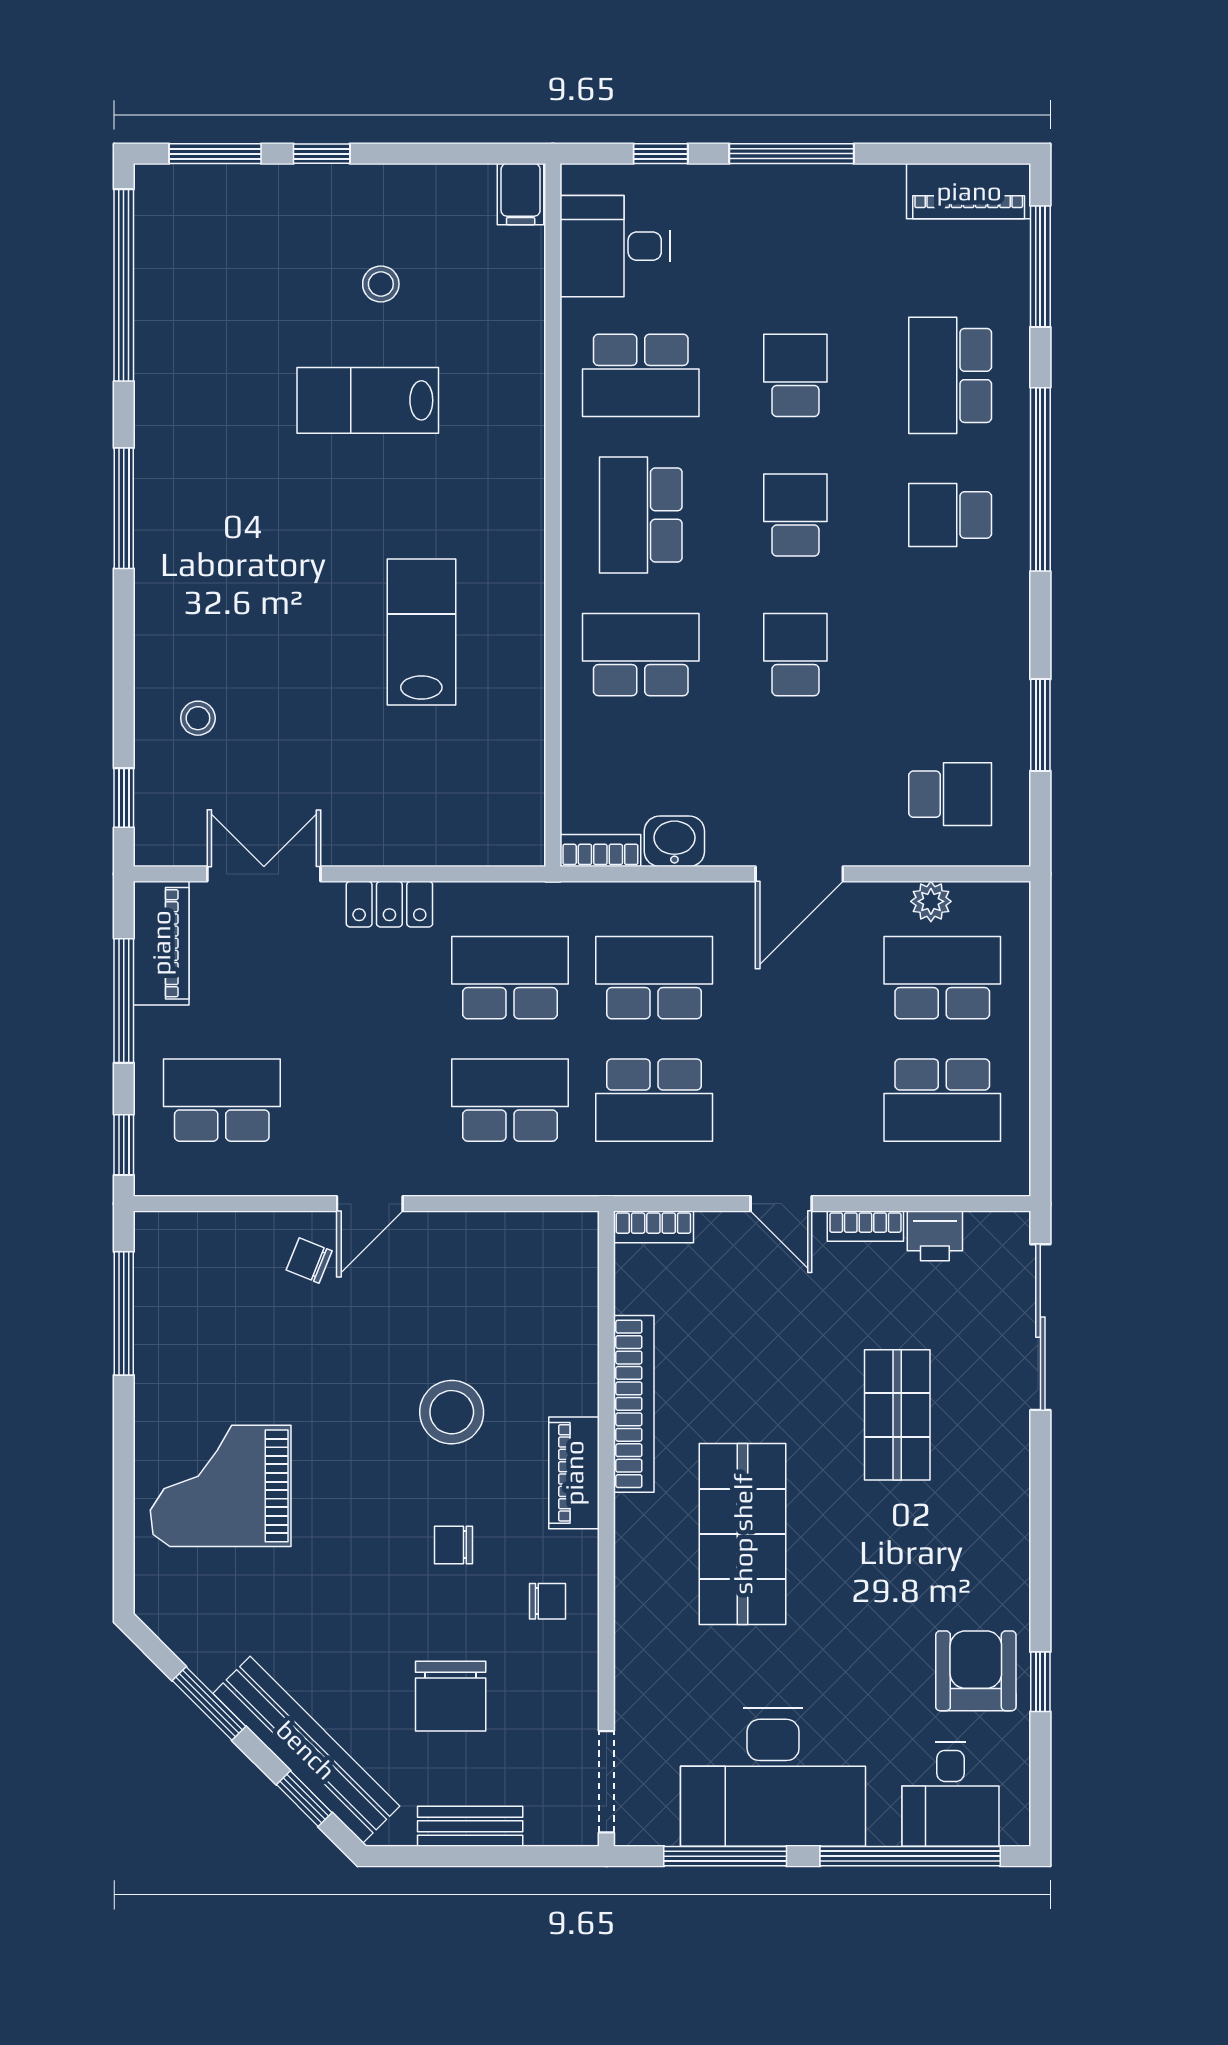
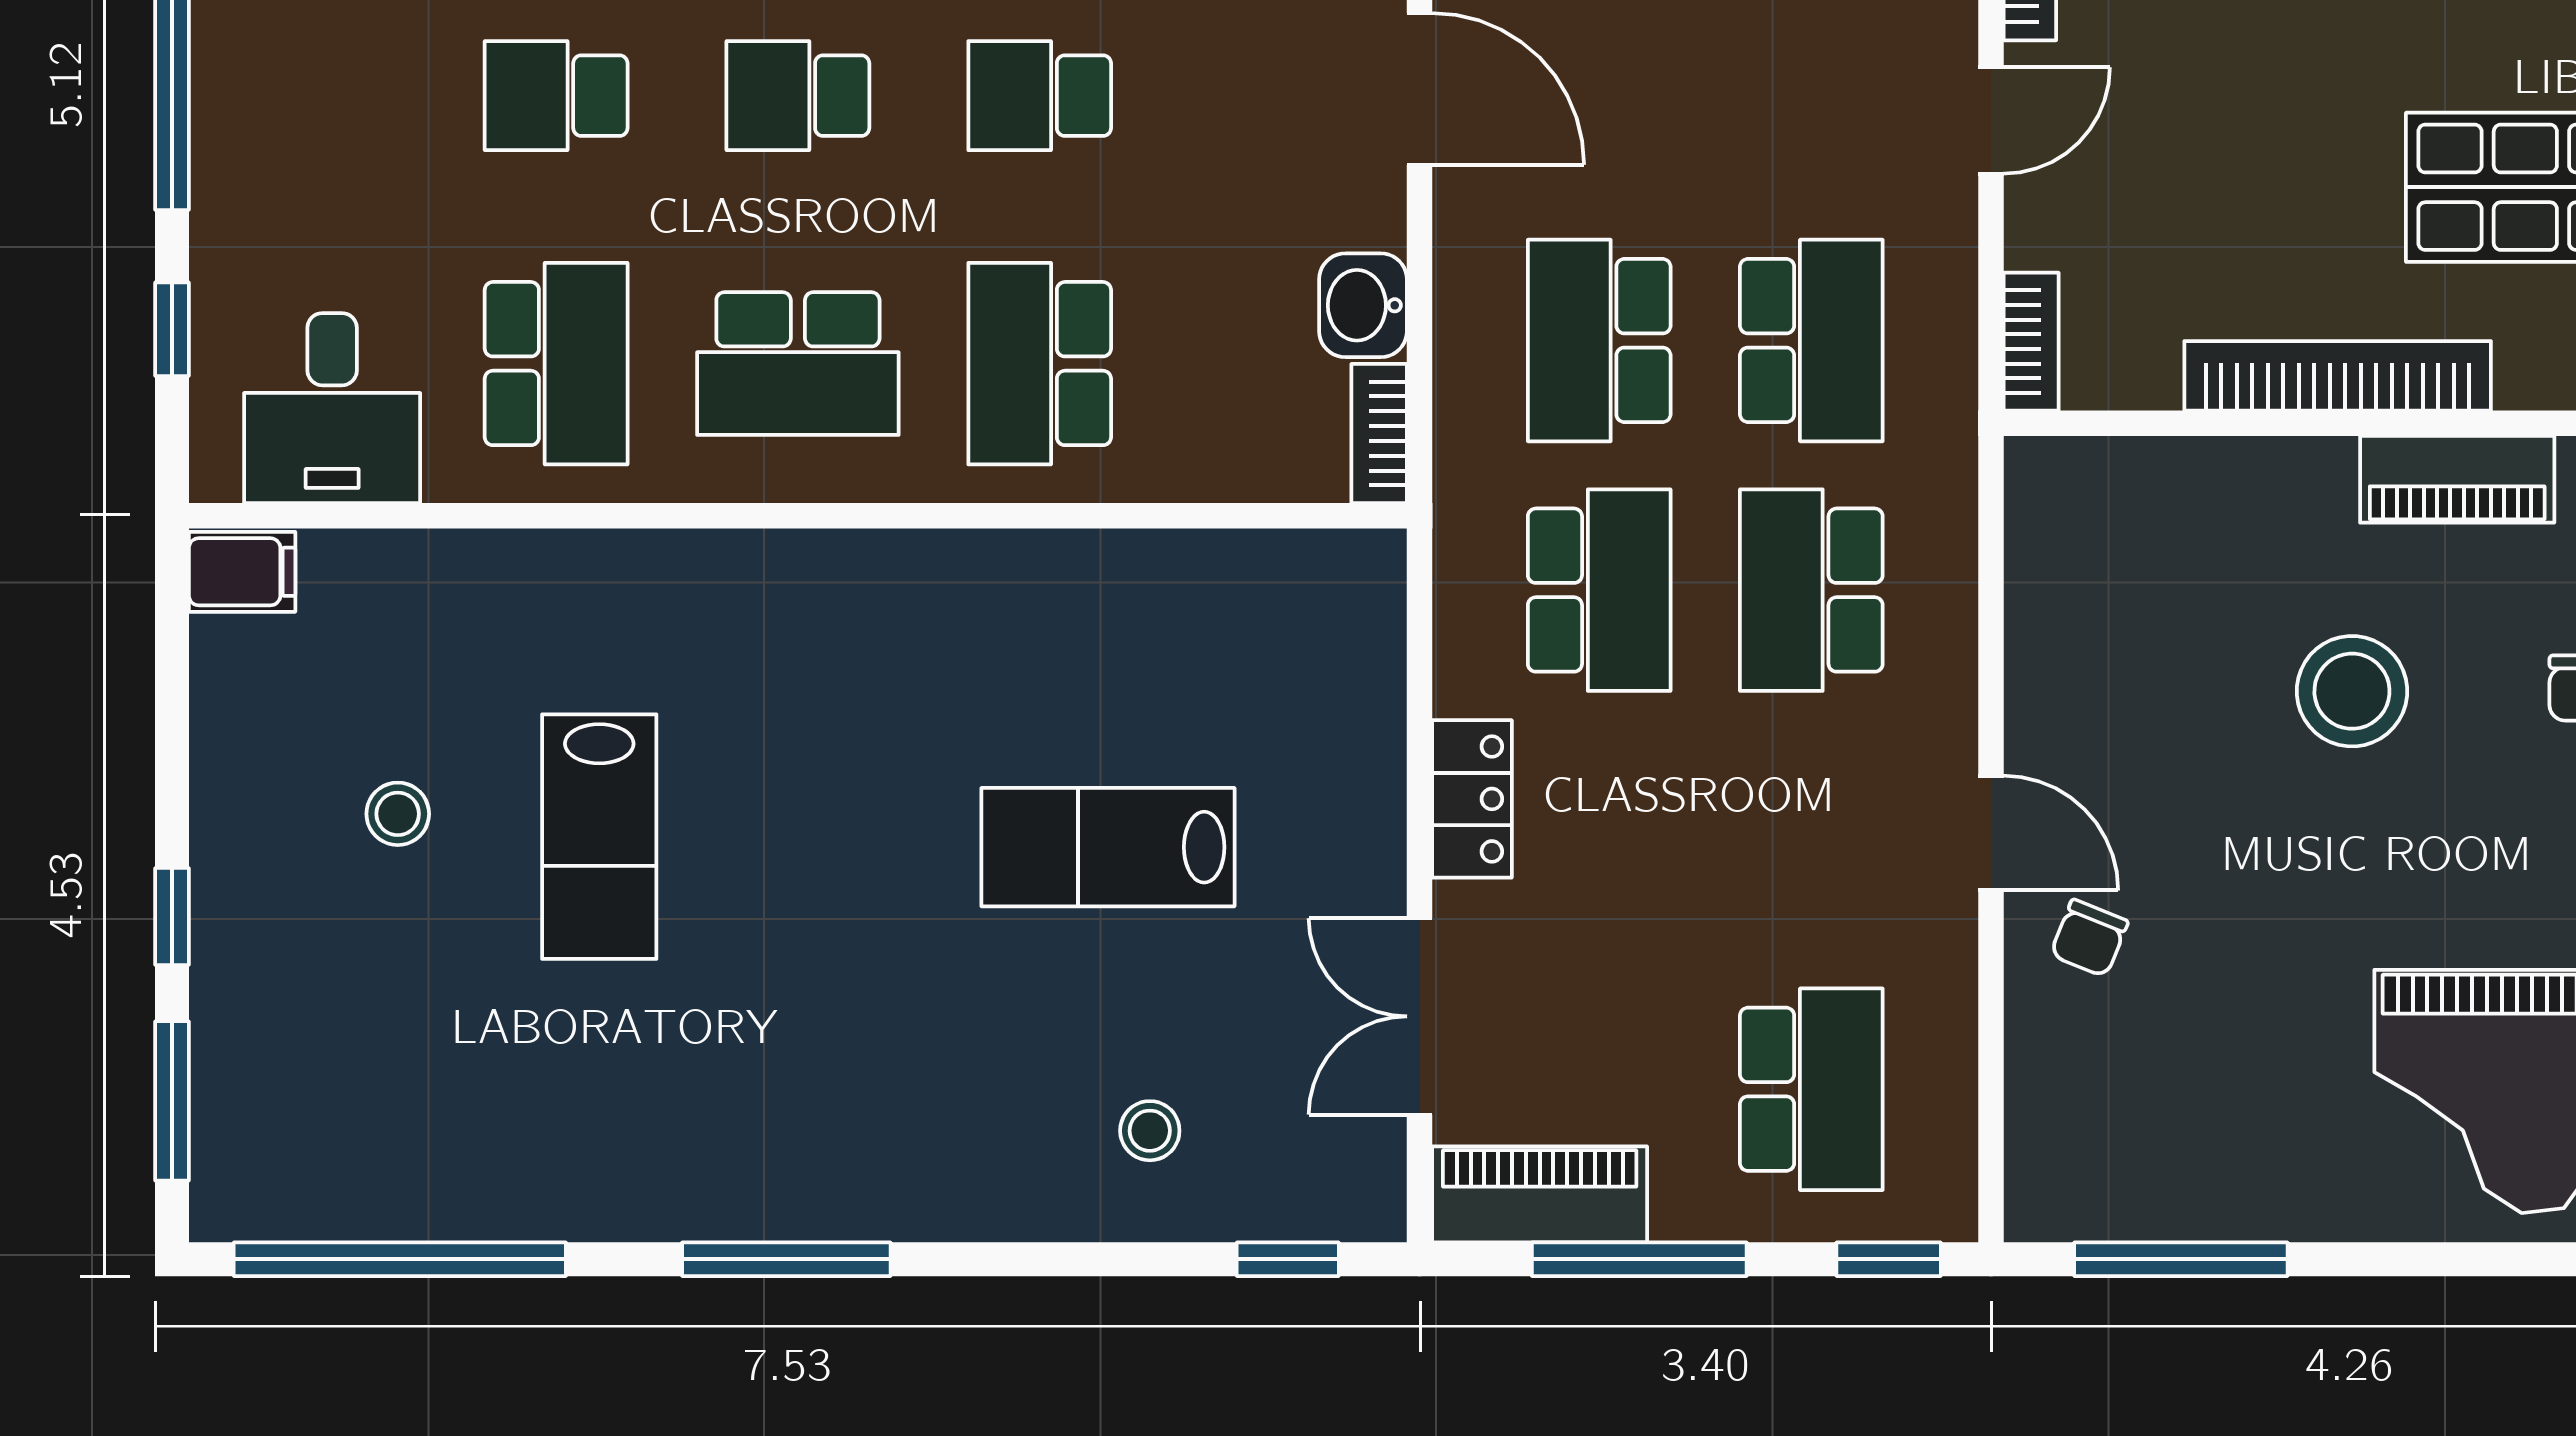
lab bench: (421, 632) -> (1108, 847), moved
school desk: (510, 978) -> (1599, 590), turned 180
school desk: (222, 1100) -> (1811, 1089), turned 180

